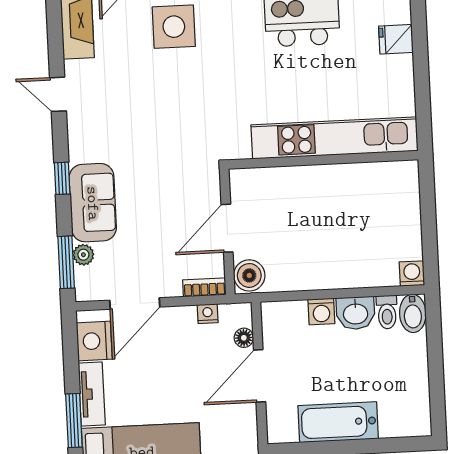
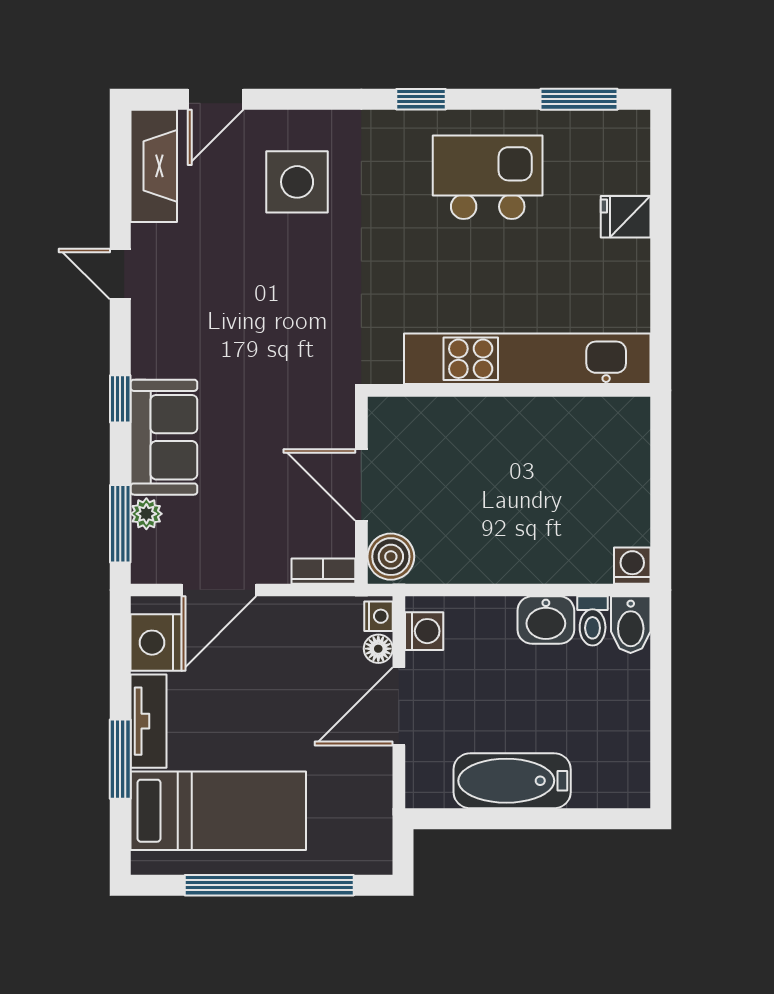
door: (227, 228) -> (361, 485), hinge flipped
washing machine: (321, 311) -> (424, 631), moved, turned -90
nightstand: (208, 314) -> (379, 616), moved, turned 90

